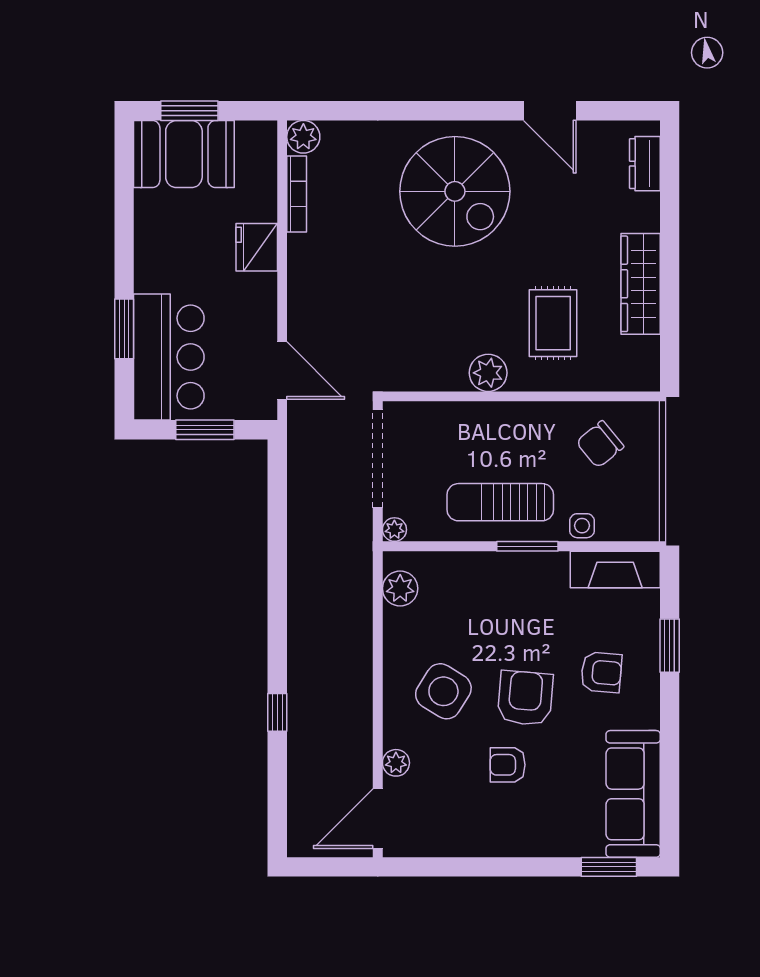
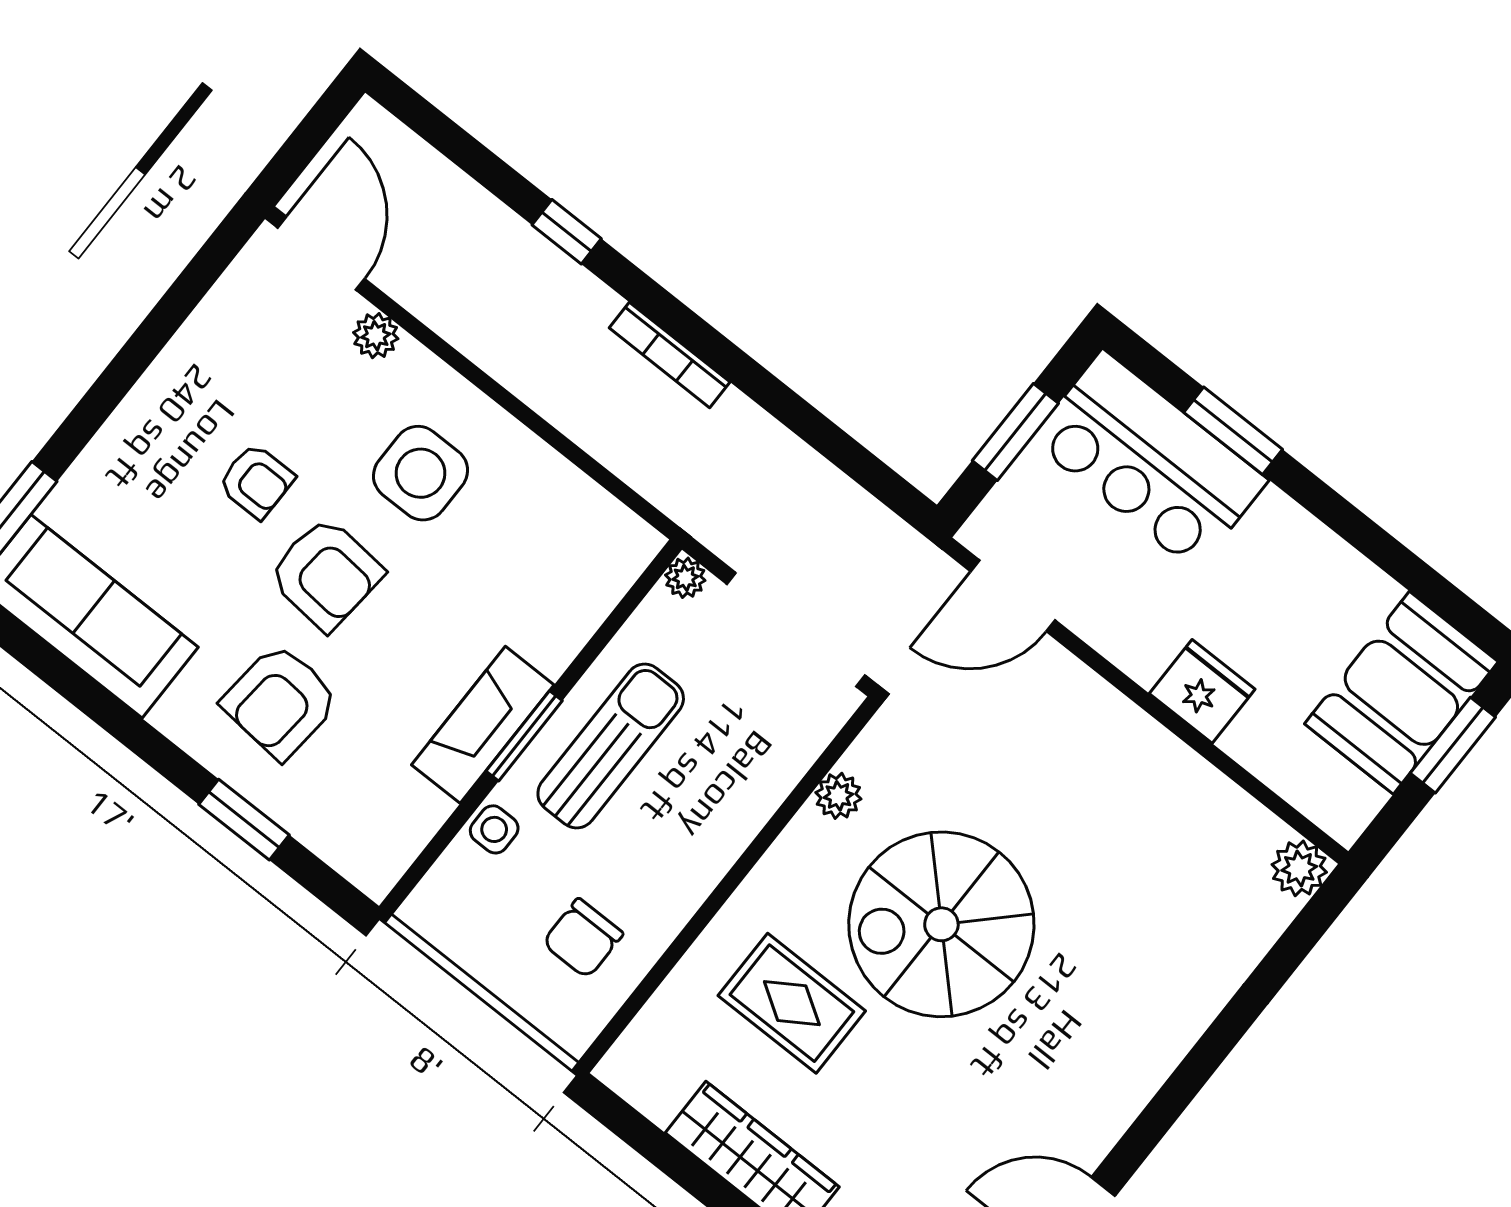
spiral stairs: (455, 191) -> (941, 924), moved
bookcase: (297, 194) -> (670, 355), moved
plant: (488, 373) -> (838, 796), moved, width x0.73, depth x0.73
chair: (600, 444) -> (583, 938), turned -141
fireplace: (615, 570) -> (483, 725), moved
plant: (400, 588) -> (602, 524), removed
armchair: (601, 672) -> (280, 701), width x1.38, depth x1.38
side table: (443, 691) -> (421, 473), turned -32
armchair: (508, 765) -> (256, 481), turned 90

